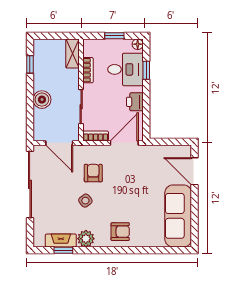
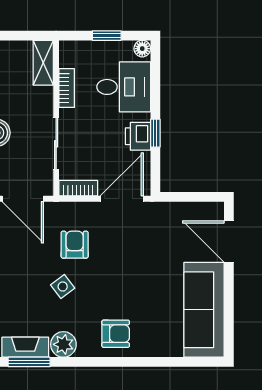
window: (146, 70) -> (155, 133), moved
window: (63, 250) -> (29, 362), width x1.50

